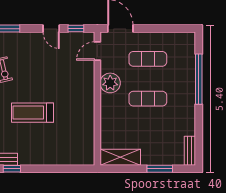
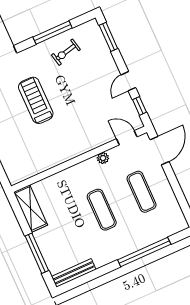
plant: (110, 83) -> (103, 158), width x0.53, depth x0.53
bench: (190, 151) -> (74, 273), width x1.36
window: (160, 169) -> (37, 253), width x1.44

